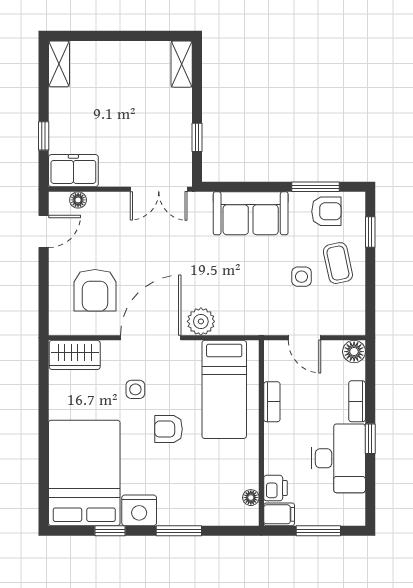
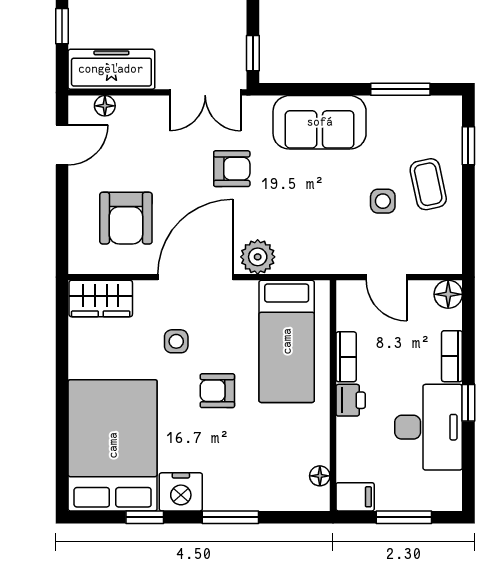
window: (197, 137) -> (253, 53), moved
freezer: (73, 171) -> (111, 69), width x1.40
armchair: (326, 211) -> (232, 169), moved
printer: (276, 488) -> (351, 400), moved

